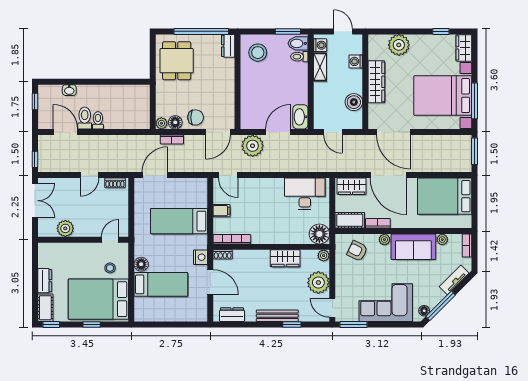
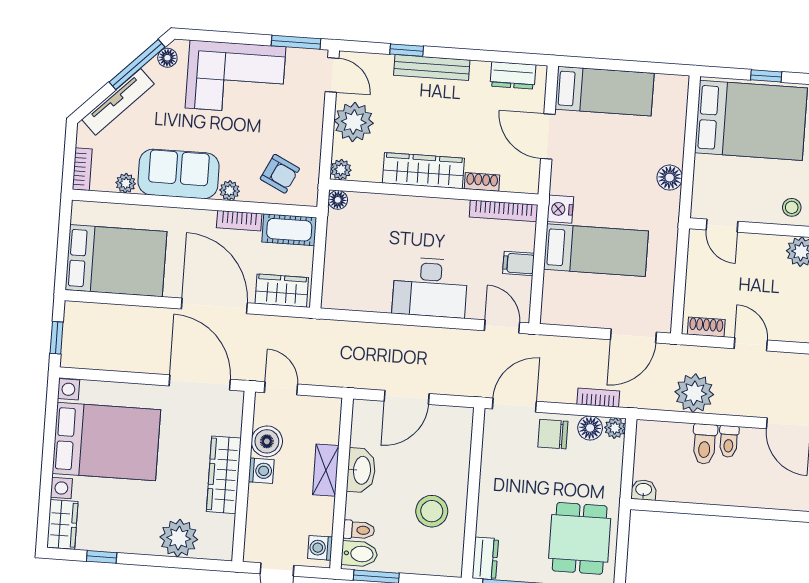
stool: (258, 53) -> (432, 511), moved
washing machine: (356, 61) -> (261, 471), moved
shelving: (320, 67) -> (326, 470), moved
washbasin: (69, 90) -> (644, 490), moved
window: (474, 101) -> (50, 428), removed
washbasin: (300, 117) -> (361, 470), moved
toilet: (85, 118) -> (705, 444), moved
door: (333, 132) -> (281, 388), moved
plant: (253, 146) -> (694, 393), moved
window: (474, 151) -> (57, 338), width x0.67
door: (90, 175) -> (751, 344), hinge flipped
desk: (305, 194) -> (430, 287), moved
floor lamp: (319, 234) -> (338, 200), width x0.53, depth x0.53
door: (110, 240) -> (722, 226), hinge flipped
shoe rack: (223, 254) -> (482, 182), moved
nightstand: (200, 257) -> (560, 209), moved
wardrobe: (285, 258) -> (423, 171), width x1.50
stool: (110, 268) -> (792, 207), moved
tv unit: (454, 280) -> (118, 102), width x1.41
bed: (161, 284) -> (605, 91), moved, turned 180

